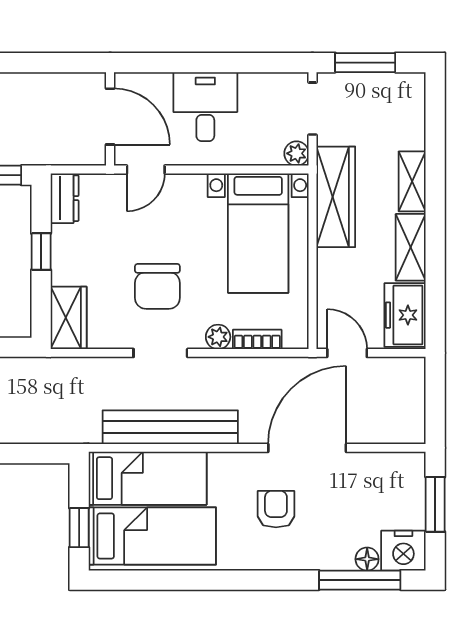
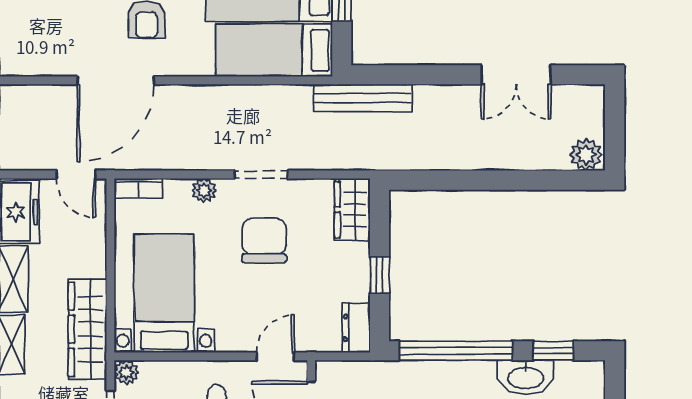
bookcase: (257, 339) -> (138, 188), moved
bench: (170, 427) -> (363, 98), moved, width x0.73, depth x0.82

